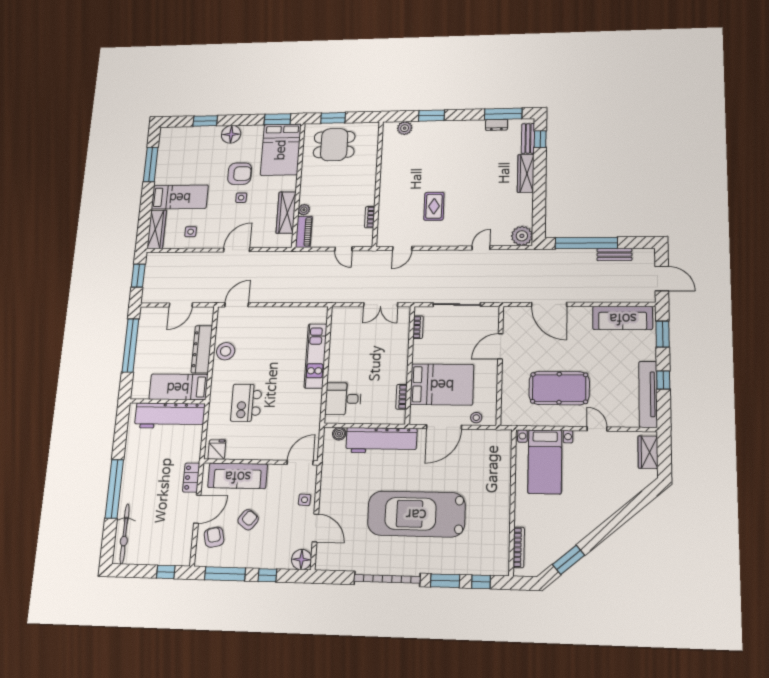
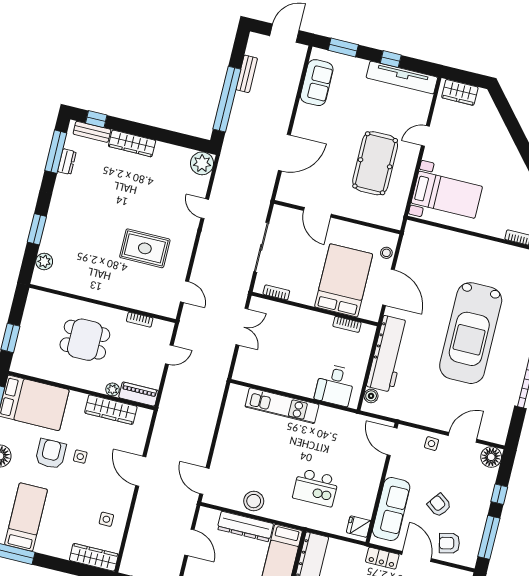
dining table: (334, 145) -> (85, 340), moved, turned 90
bed: (180, 197) -> (26, 517), moved
rug: (434, 206) -> (145, 248), width x1.36, depth x1.43
sofa: (623, 318) -> (317, 83), width x0.73

